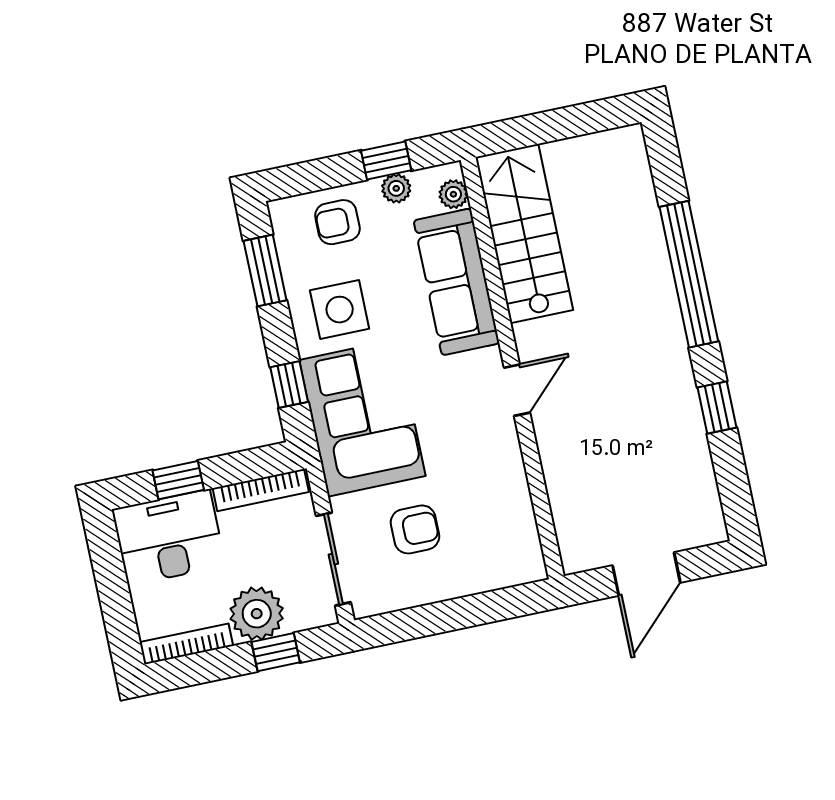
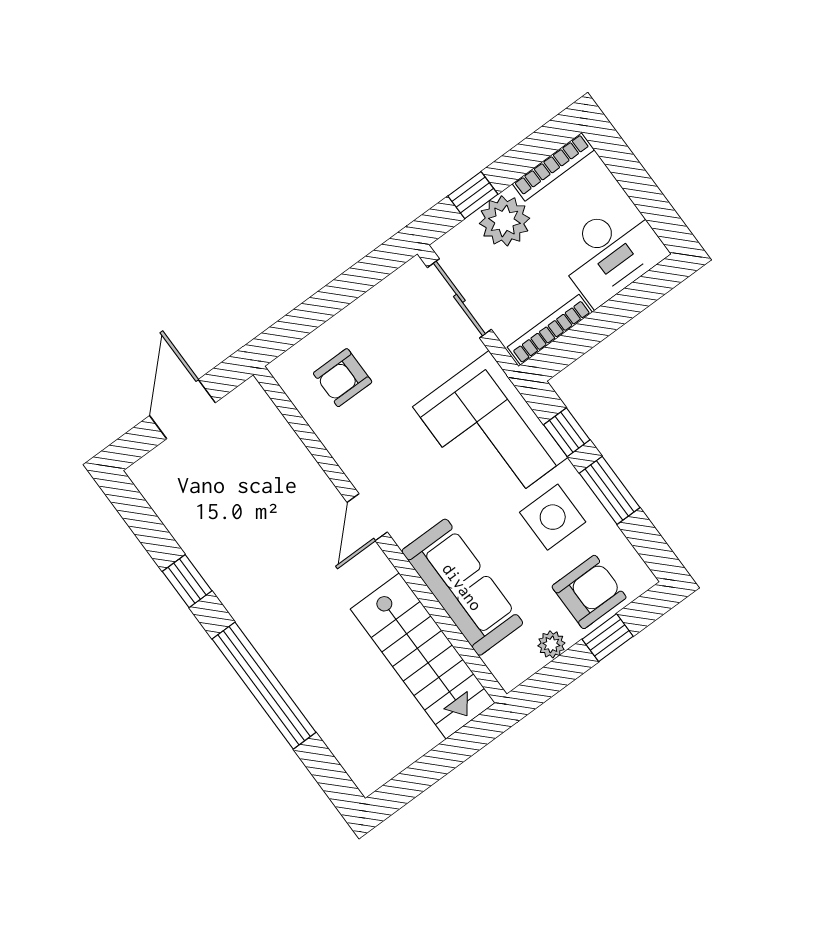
window: (386, 161) -> (608, 638), moved
plant: (453, 194) -> (500, 662), removed
armchair: (337, 222) -> (589, 592), width x1.38, depth x1.38
window: (265, 271) -> (610, 490), moved
window: (178, 480) -> (625, 306), removed
armchair: (415, 529) -> (343, 378), moved

